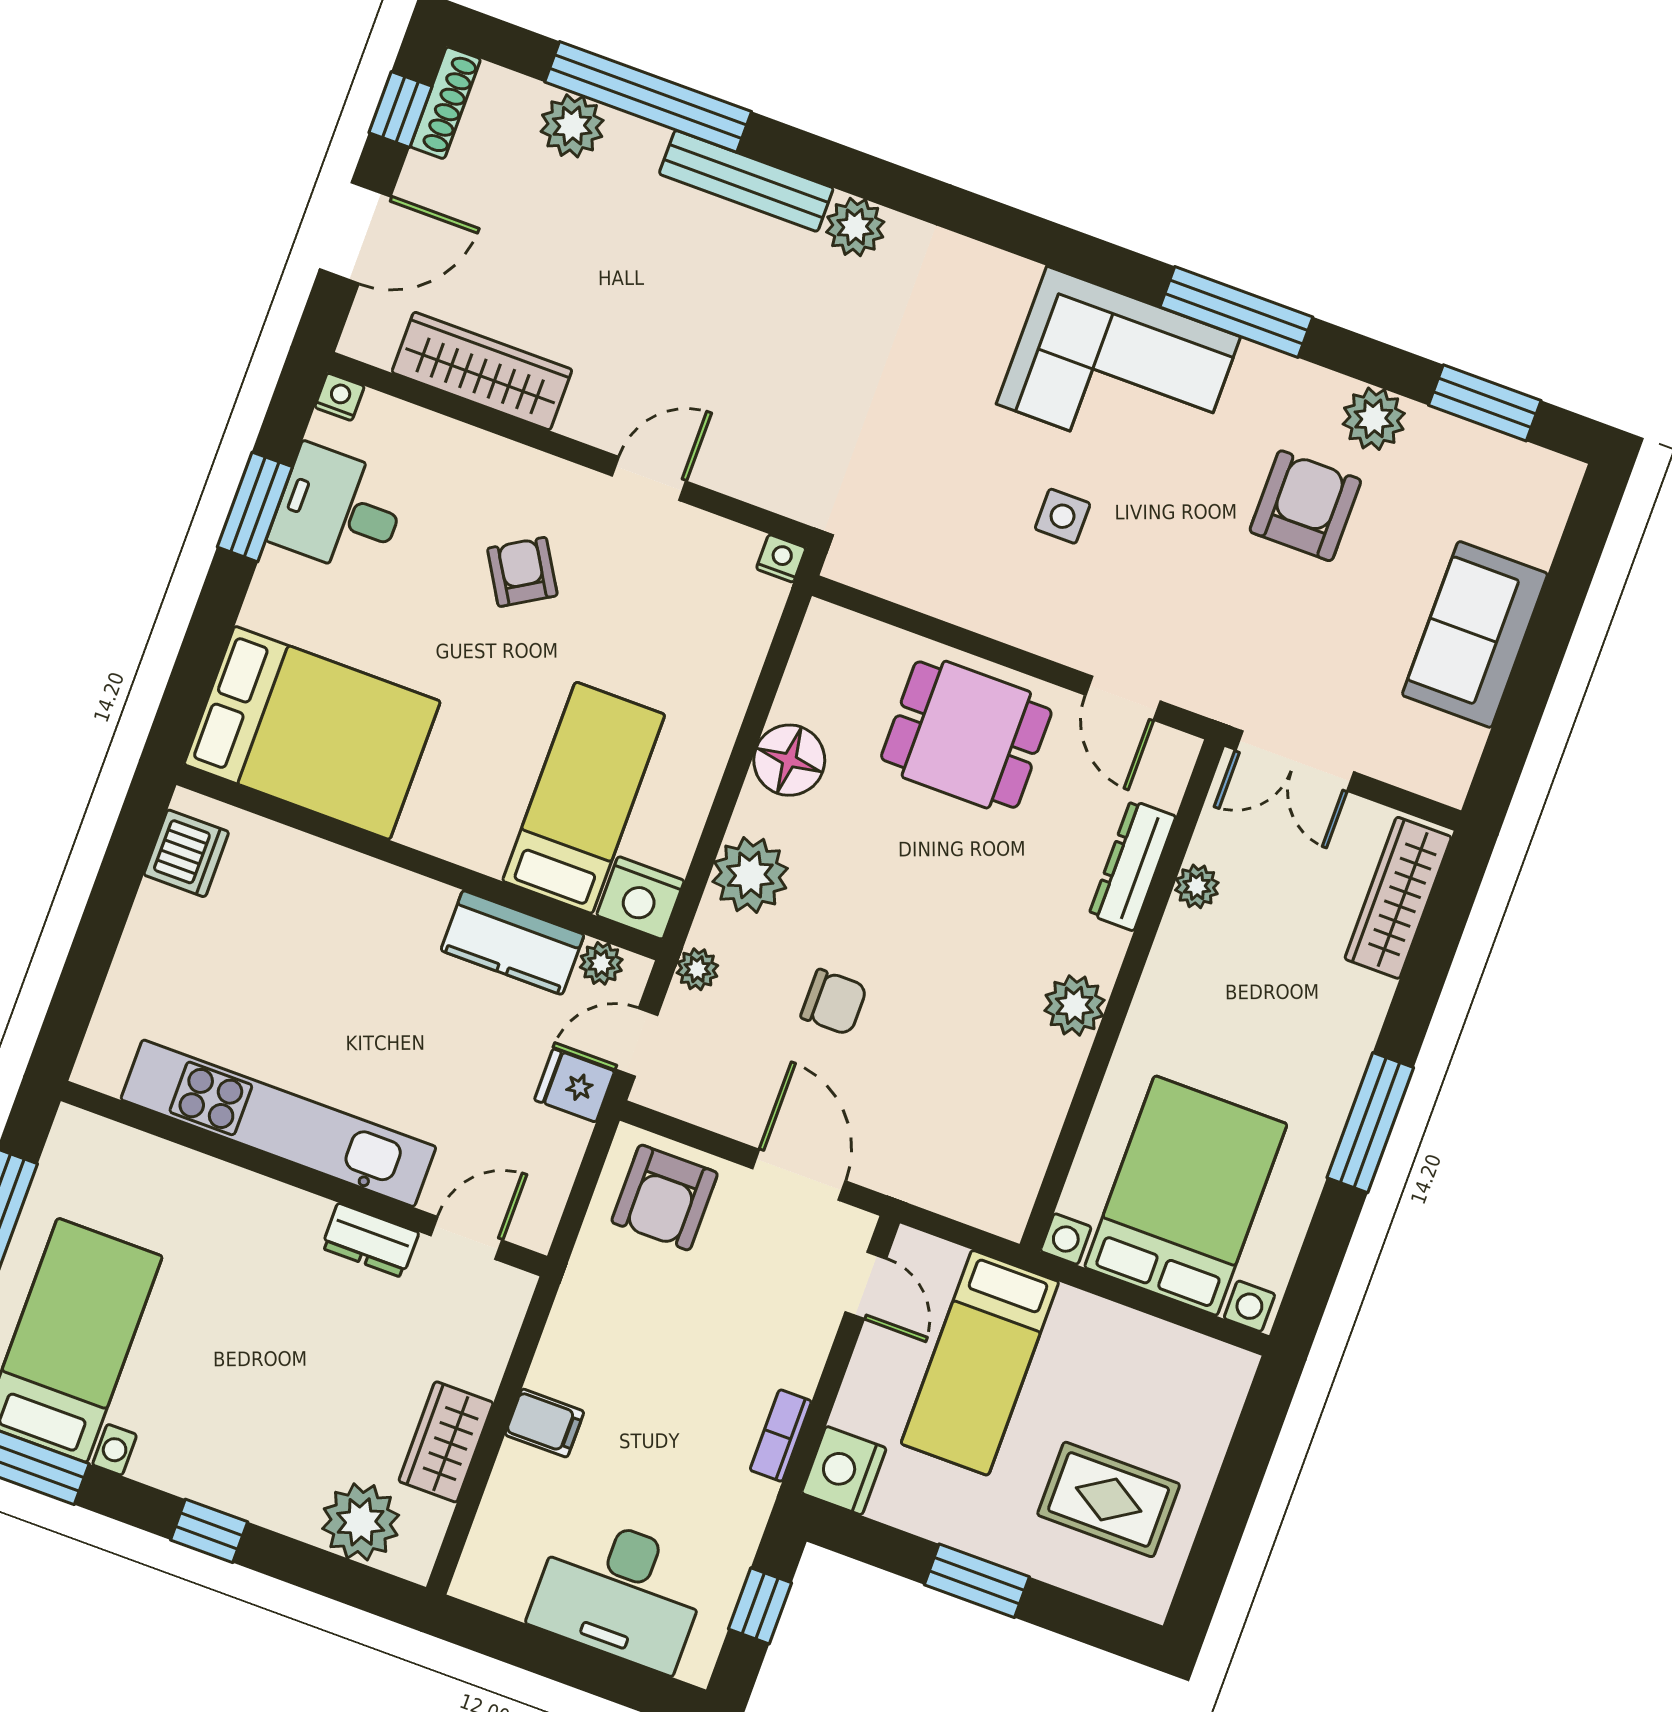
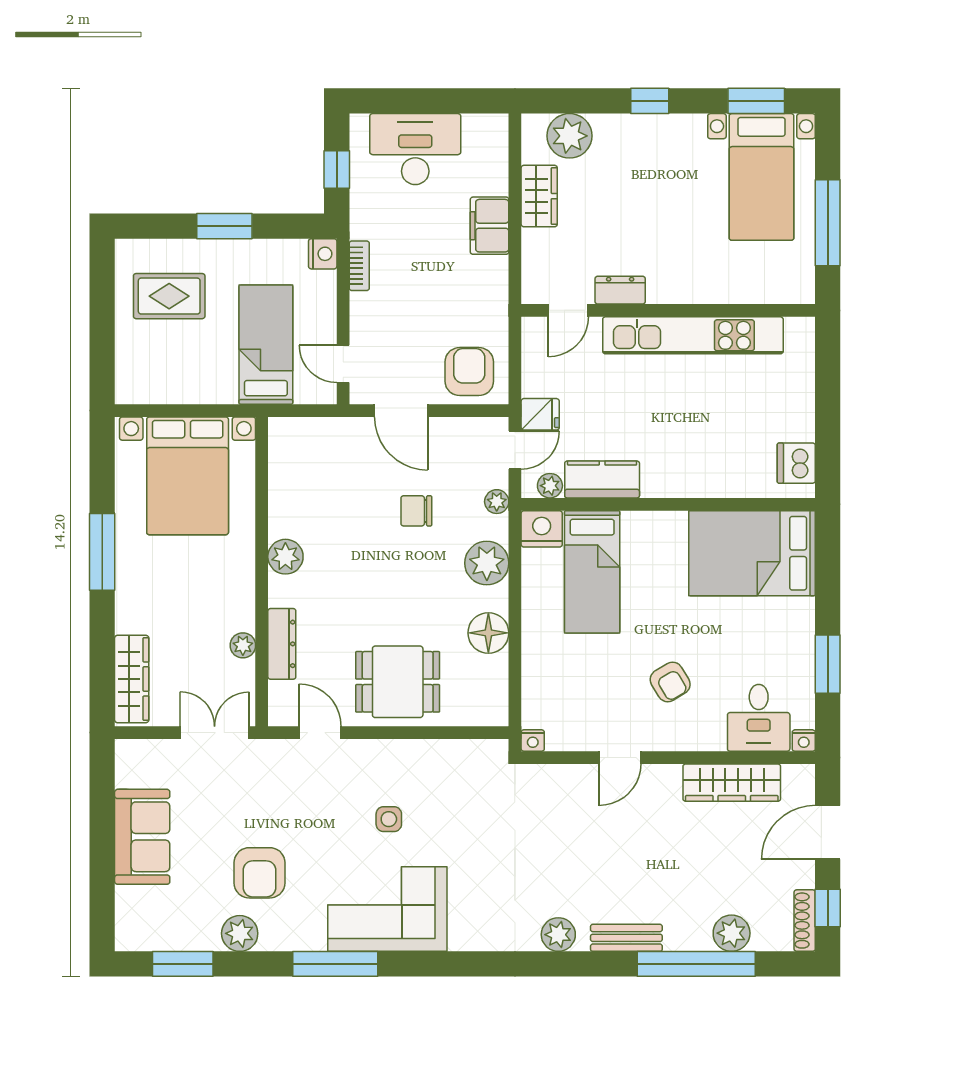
bench: (746, 181) -> (626, 938), width x0.73
desk: (339, 510) -> (759, 718), moved, turned 90
filing cabinet: (544, 1423) -> (490, 226), width x2.00
nightstand: (844, 1471) -> (323, 254), width x0.74, depth x0.75

